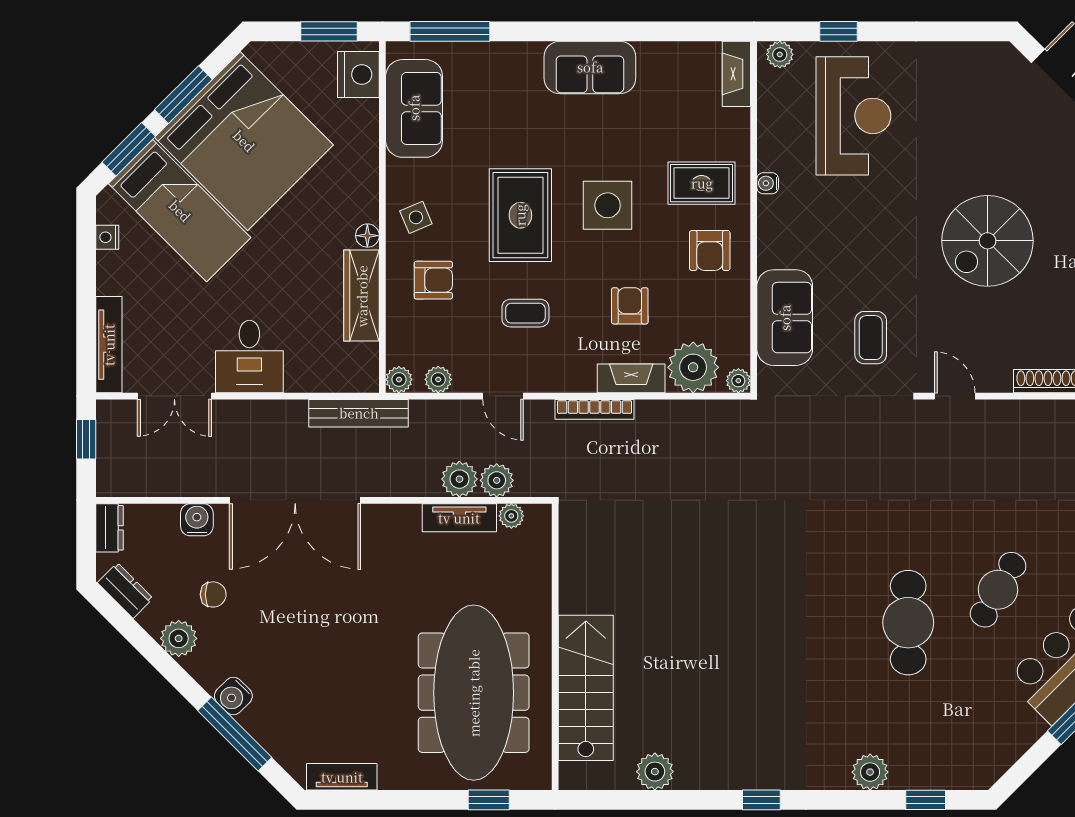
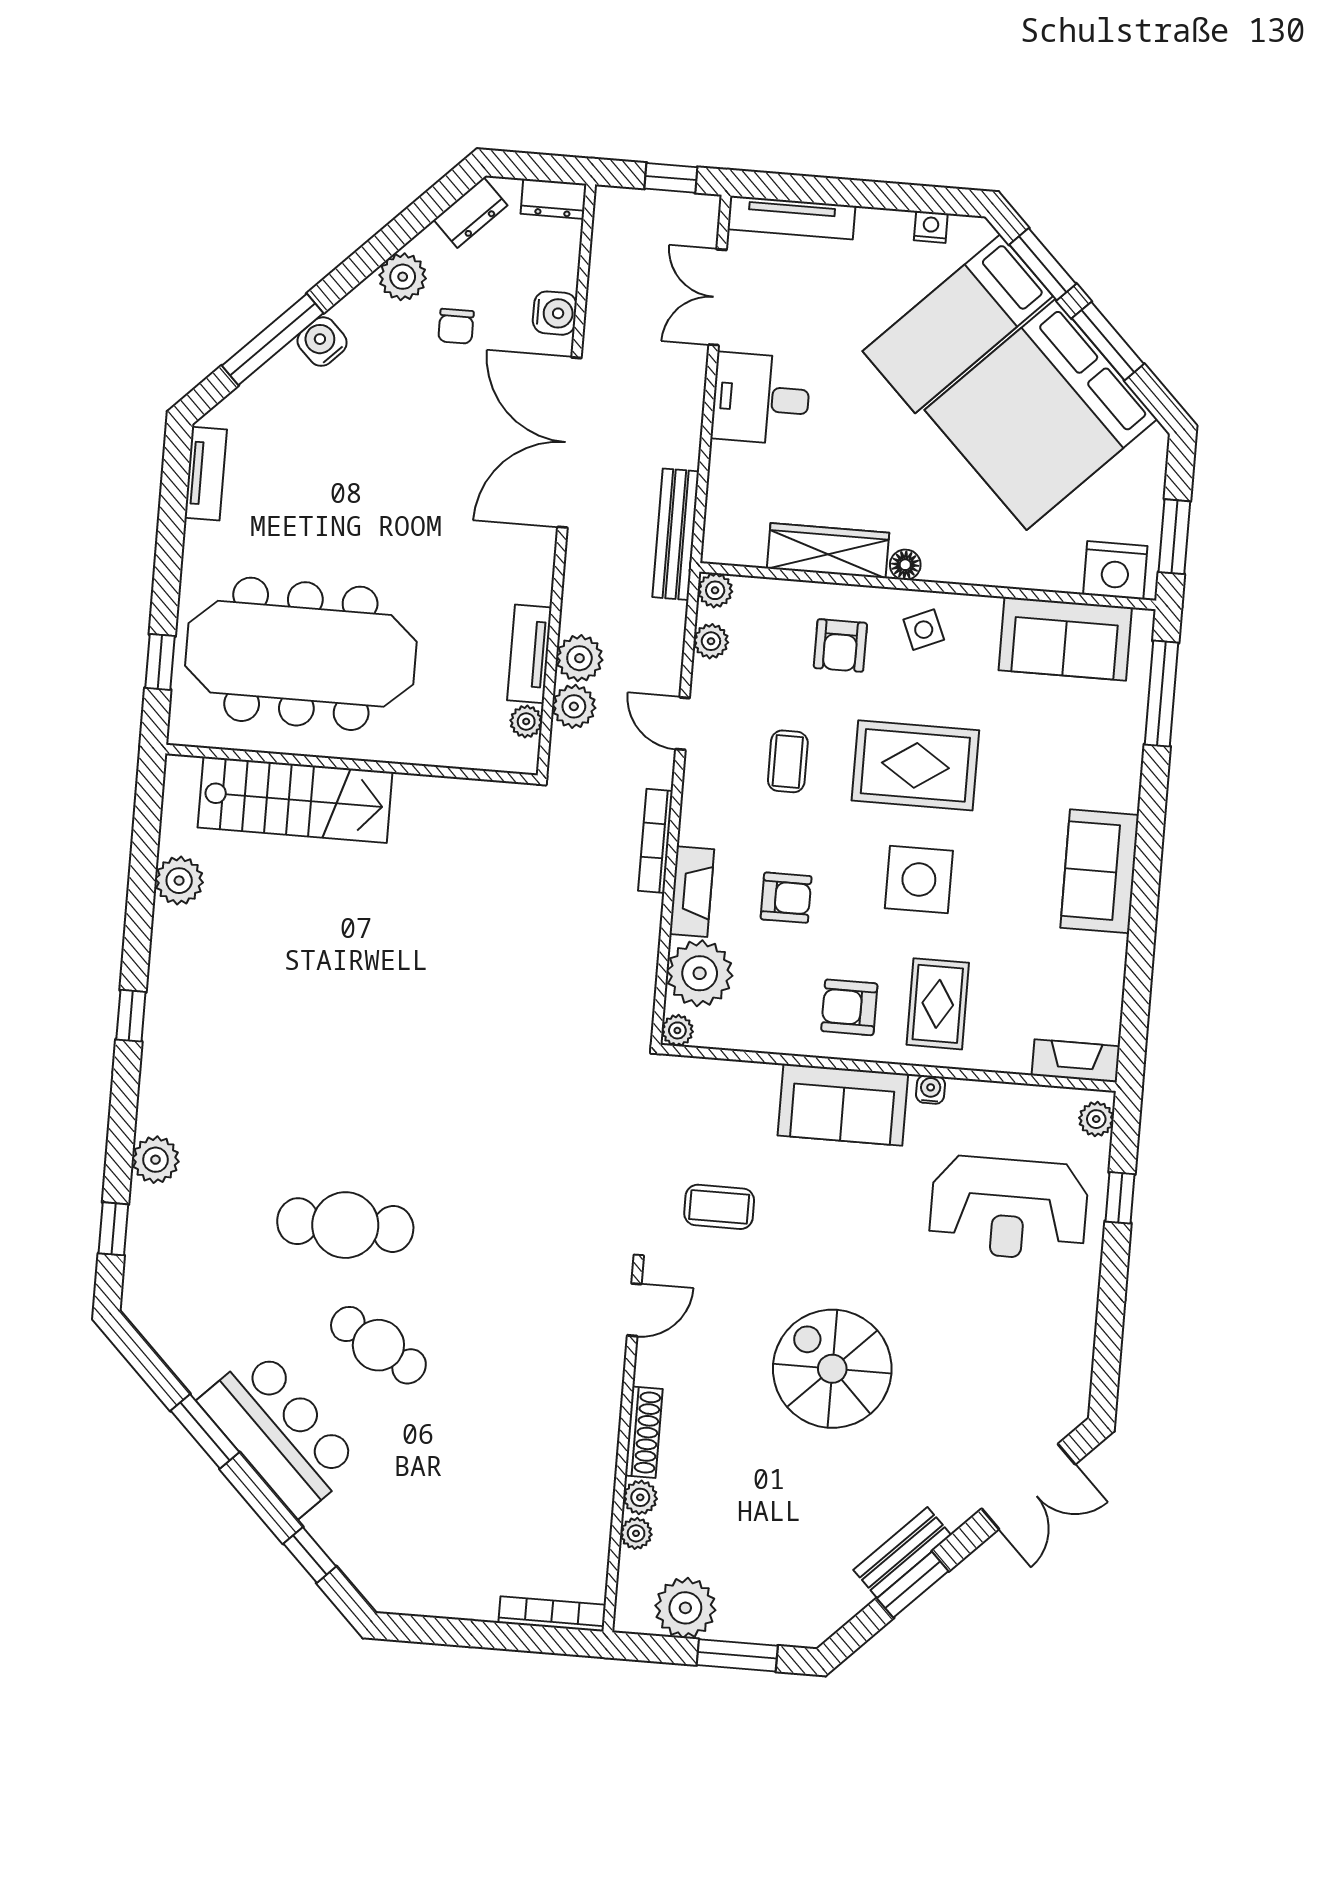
sofa: (785, 318) -> (843, 1105), moved
door: (503, 396) -> (683, 724), hinge flipped

